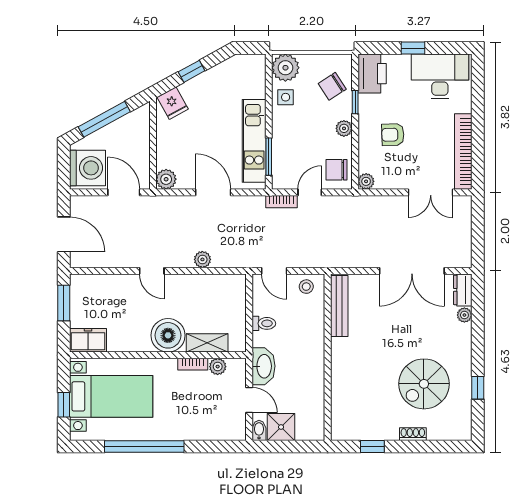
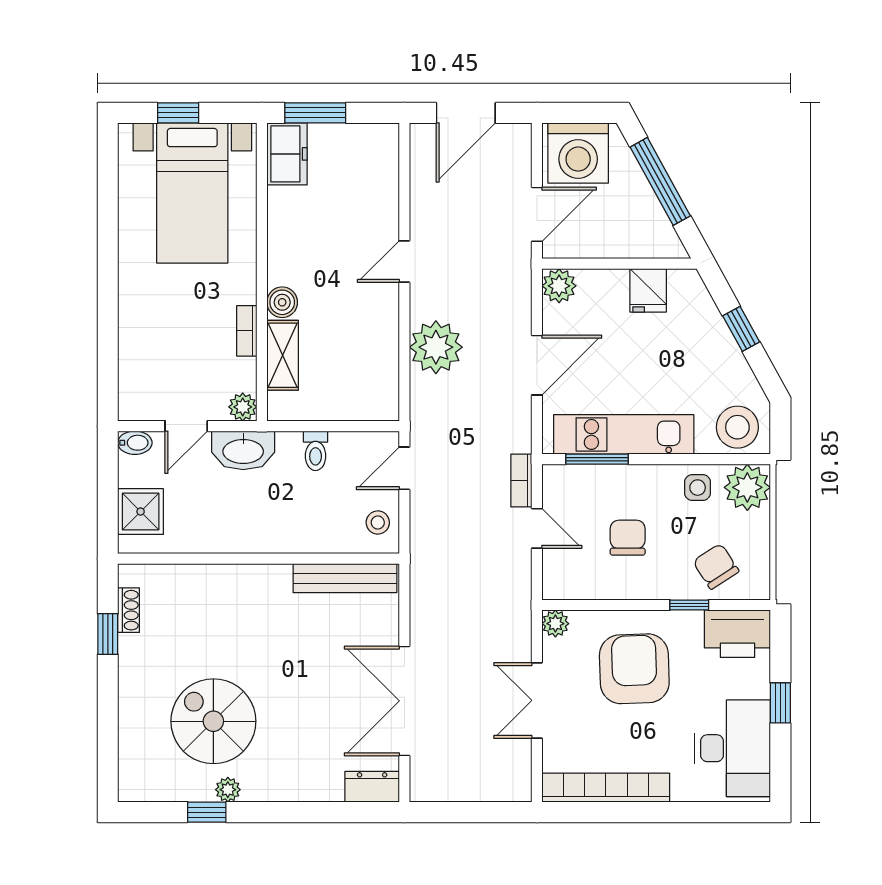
stool: (250, 74) -> (737, 427), added
fridge: (173, 103) -> (648, 290), moved, turned -61
plant: (344, 128) -> (645, 586), removed
armchair: (393, 135) -> (634, 669), width x1.88, depth x1.88
chair: (337, 170) -> (628, 538), moved
double door: (431, 192) -> (537, 700), moved
plant: (202, 259) -> (436, 347), width x1.87, depth x1.87
window: (64, 303) -> (315, 113), moved
plant: (464, 315) -> (228, 790), moved
boiler: (168, 335) -> (282, 302), width x0.54, depth x0.54
plant: (218, 367) -> (243, 407), moved
shower: (281, 427) -> (141, 512), moved
shoe rack: (413, 434) -> (129, 610), moved
window: (144, 446) -> (108, 249), removed

